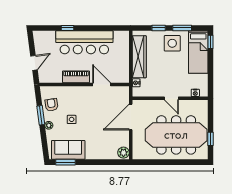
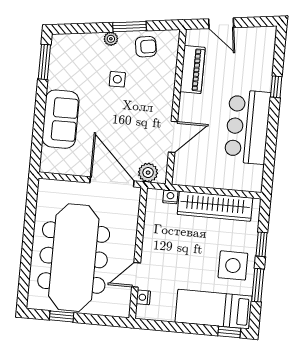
bar counter: (84, 42) -> (248, 127), width x0.73
piano: (76, 77) -> (193, 70), moved
door: (171, 98) -> (136, 275), moved
sofa: (68, 150) -> (60, 119), moved
plant: (123, 153) -> (148, 173), moved

